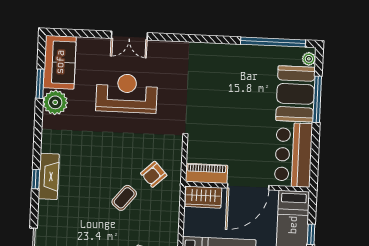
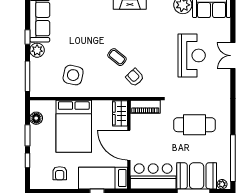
cafe table: (224, 94) -> (195, 125), added
piano: (206, 173) -> (145, 107), moved, turned 90

